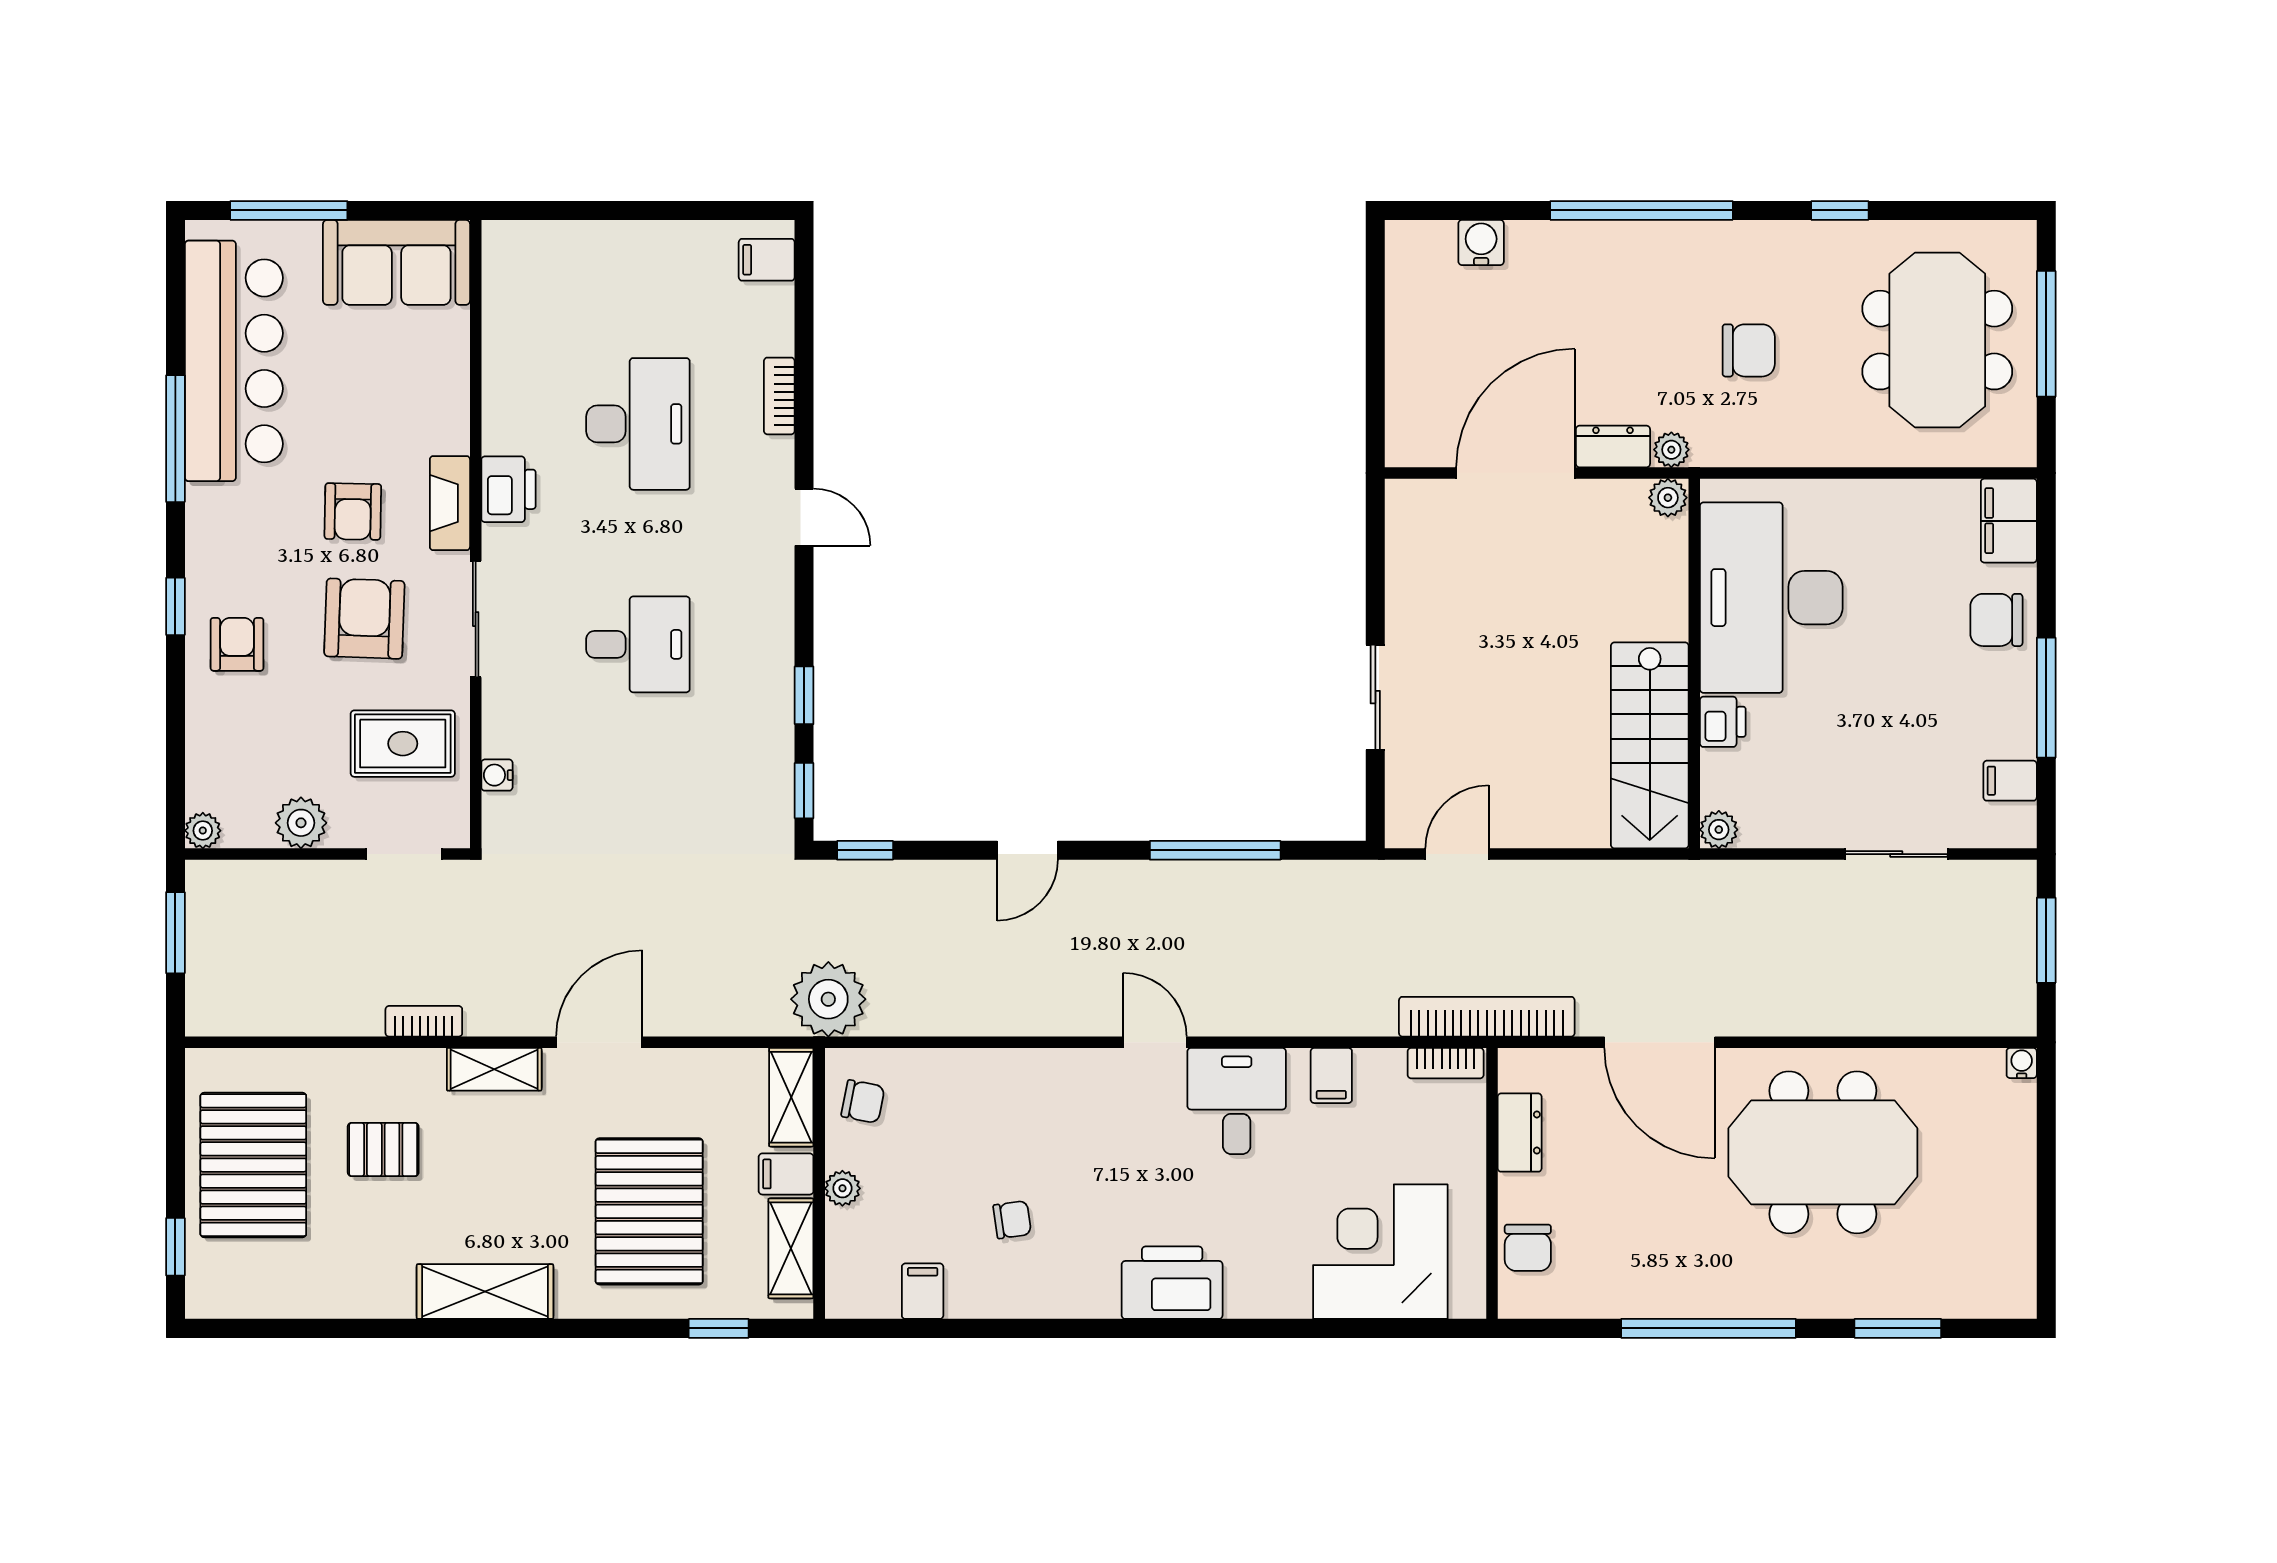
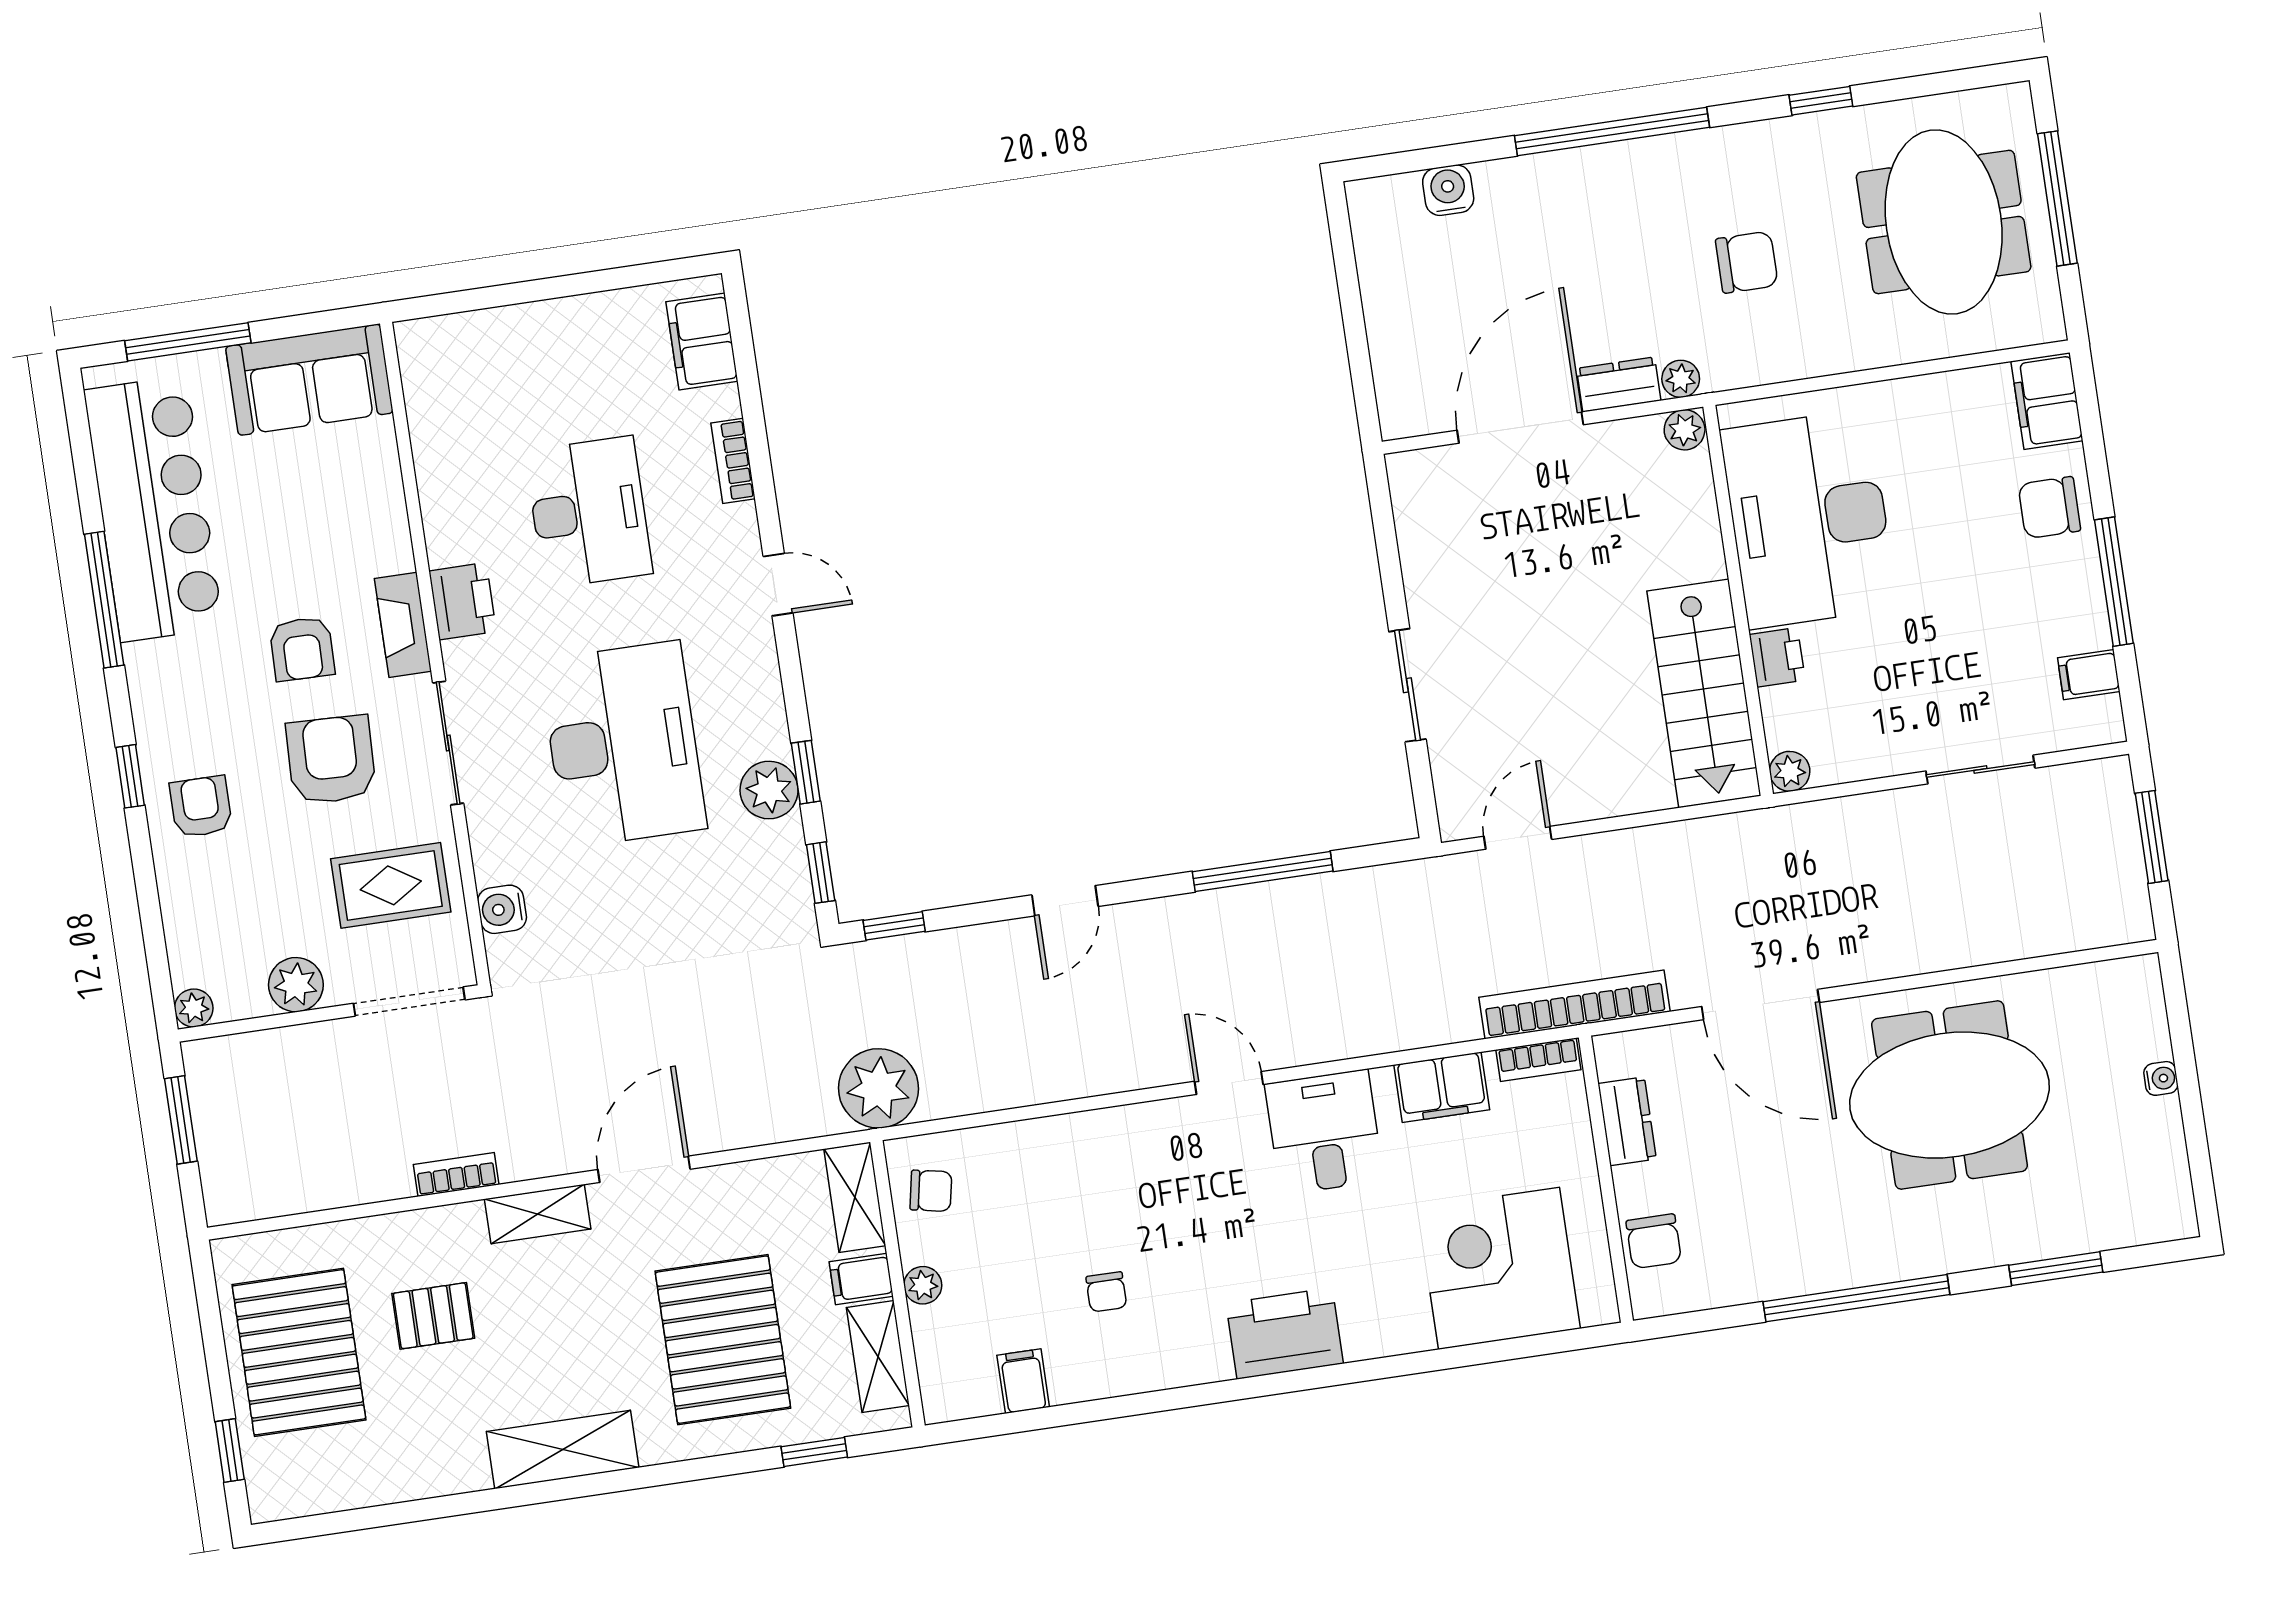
filing cabinet: (767, 260) -> (702, 341), width x2.00
desk: (638, 644) -> (623, 744), width x1.87, depth x1.30
plant: (767, 707) -> (769, 790), added
water cooler: (497, 775) -> (502, 909), width x1.38, depth x1.38
doorway: (404, 854) -> (409, 1002), width x1.38
water cooler: (2022, 1063) -> (2161, 1078), moved, turned 90
filing cabinet: (1331, 1075) -> (1442, 1087), width x2.00
chair: (1012, 1220) -> (1106, 1292), turned 98

